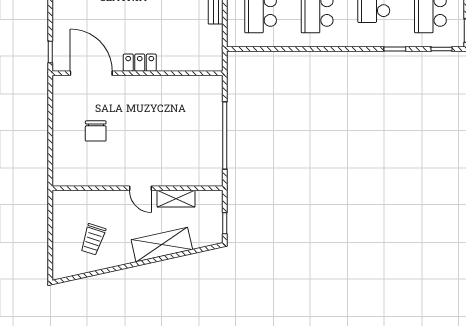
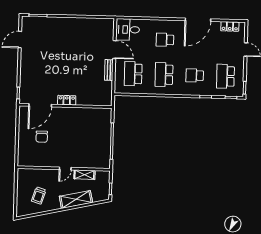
door: (91, 73) -> (40, 105), swing flipped
door: (140, 188) -> (65, 168), hinge flipped

